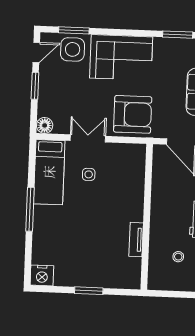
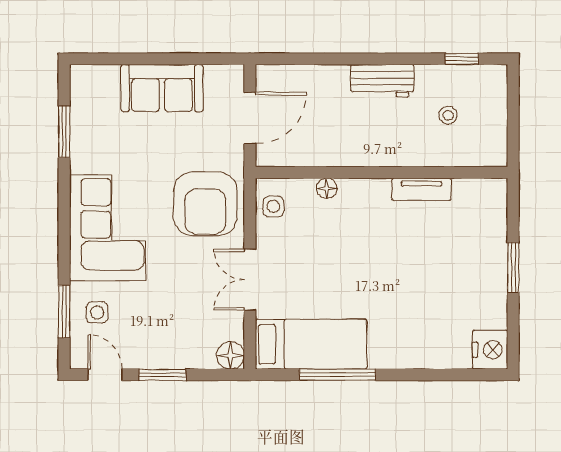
side table: (73, 49) -> (97, 312), width x0.54, depth x0.54
armchair: (133, 114) -> (205, 204), turned 180
side table: (89, 174) -> (273, 206), moved
floor lamp: (139, 185) -> (327, 188), added
window: (30, 209) -> (337, 375), moved

